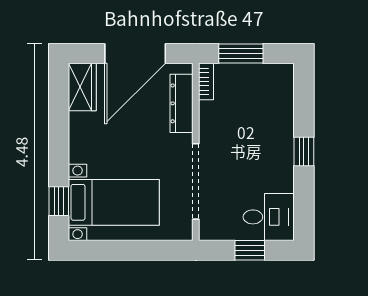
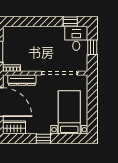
window: (304, 152) -> (70, 21), moved
window: (59, 201) -> (43, 139), moved

